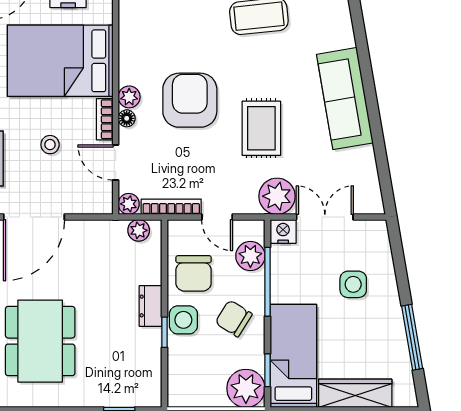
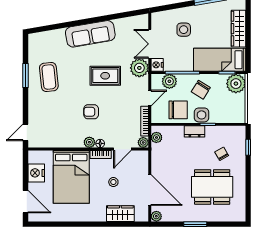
armchair: (190, 100) -> (91, 112), width x0.53, depth x0.53
chair: (106, 360) -> (222, 154), added

